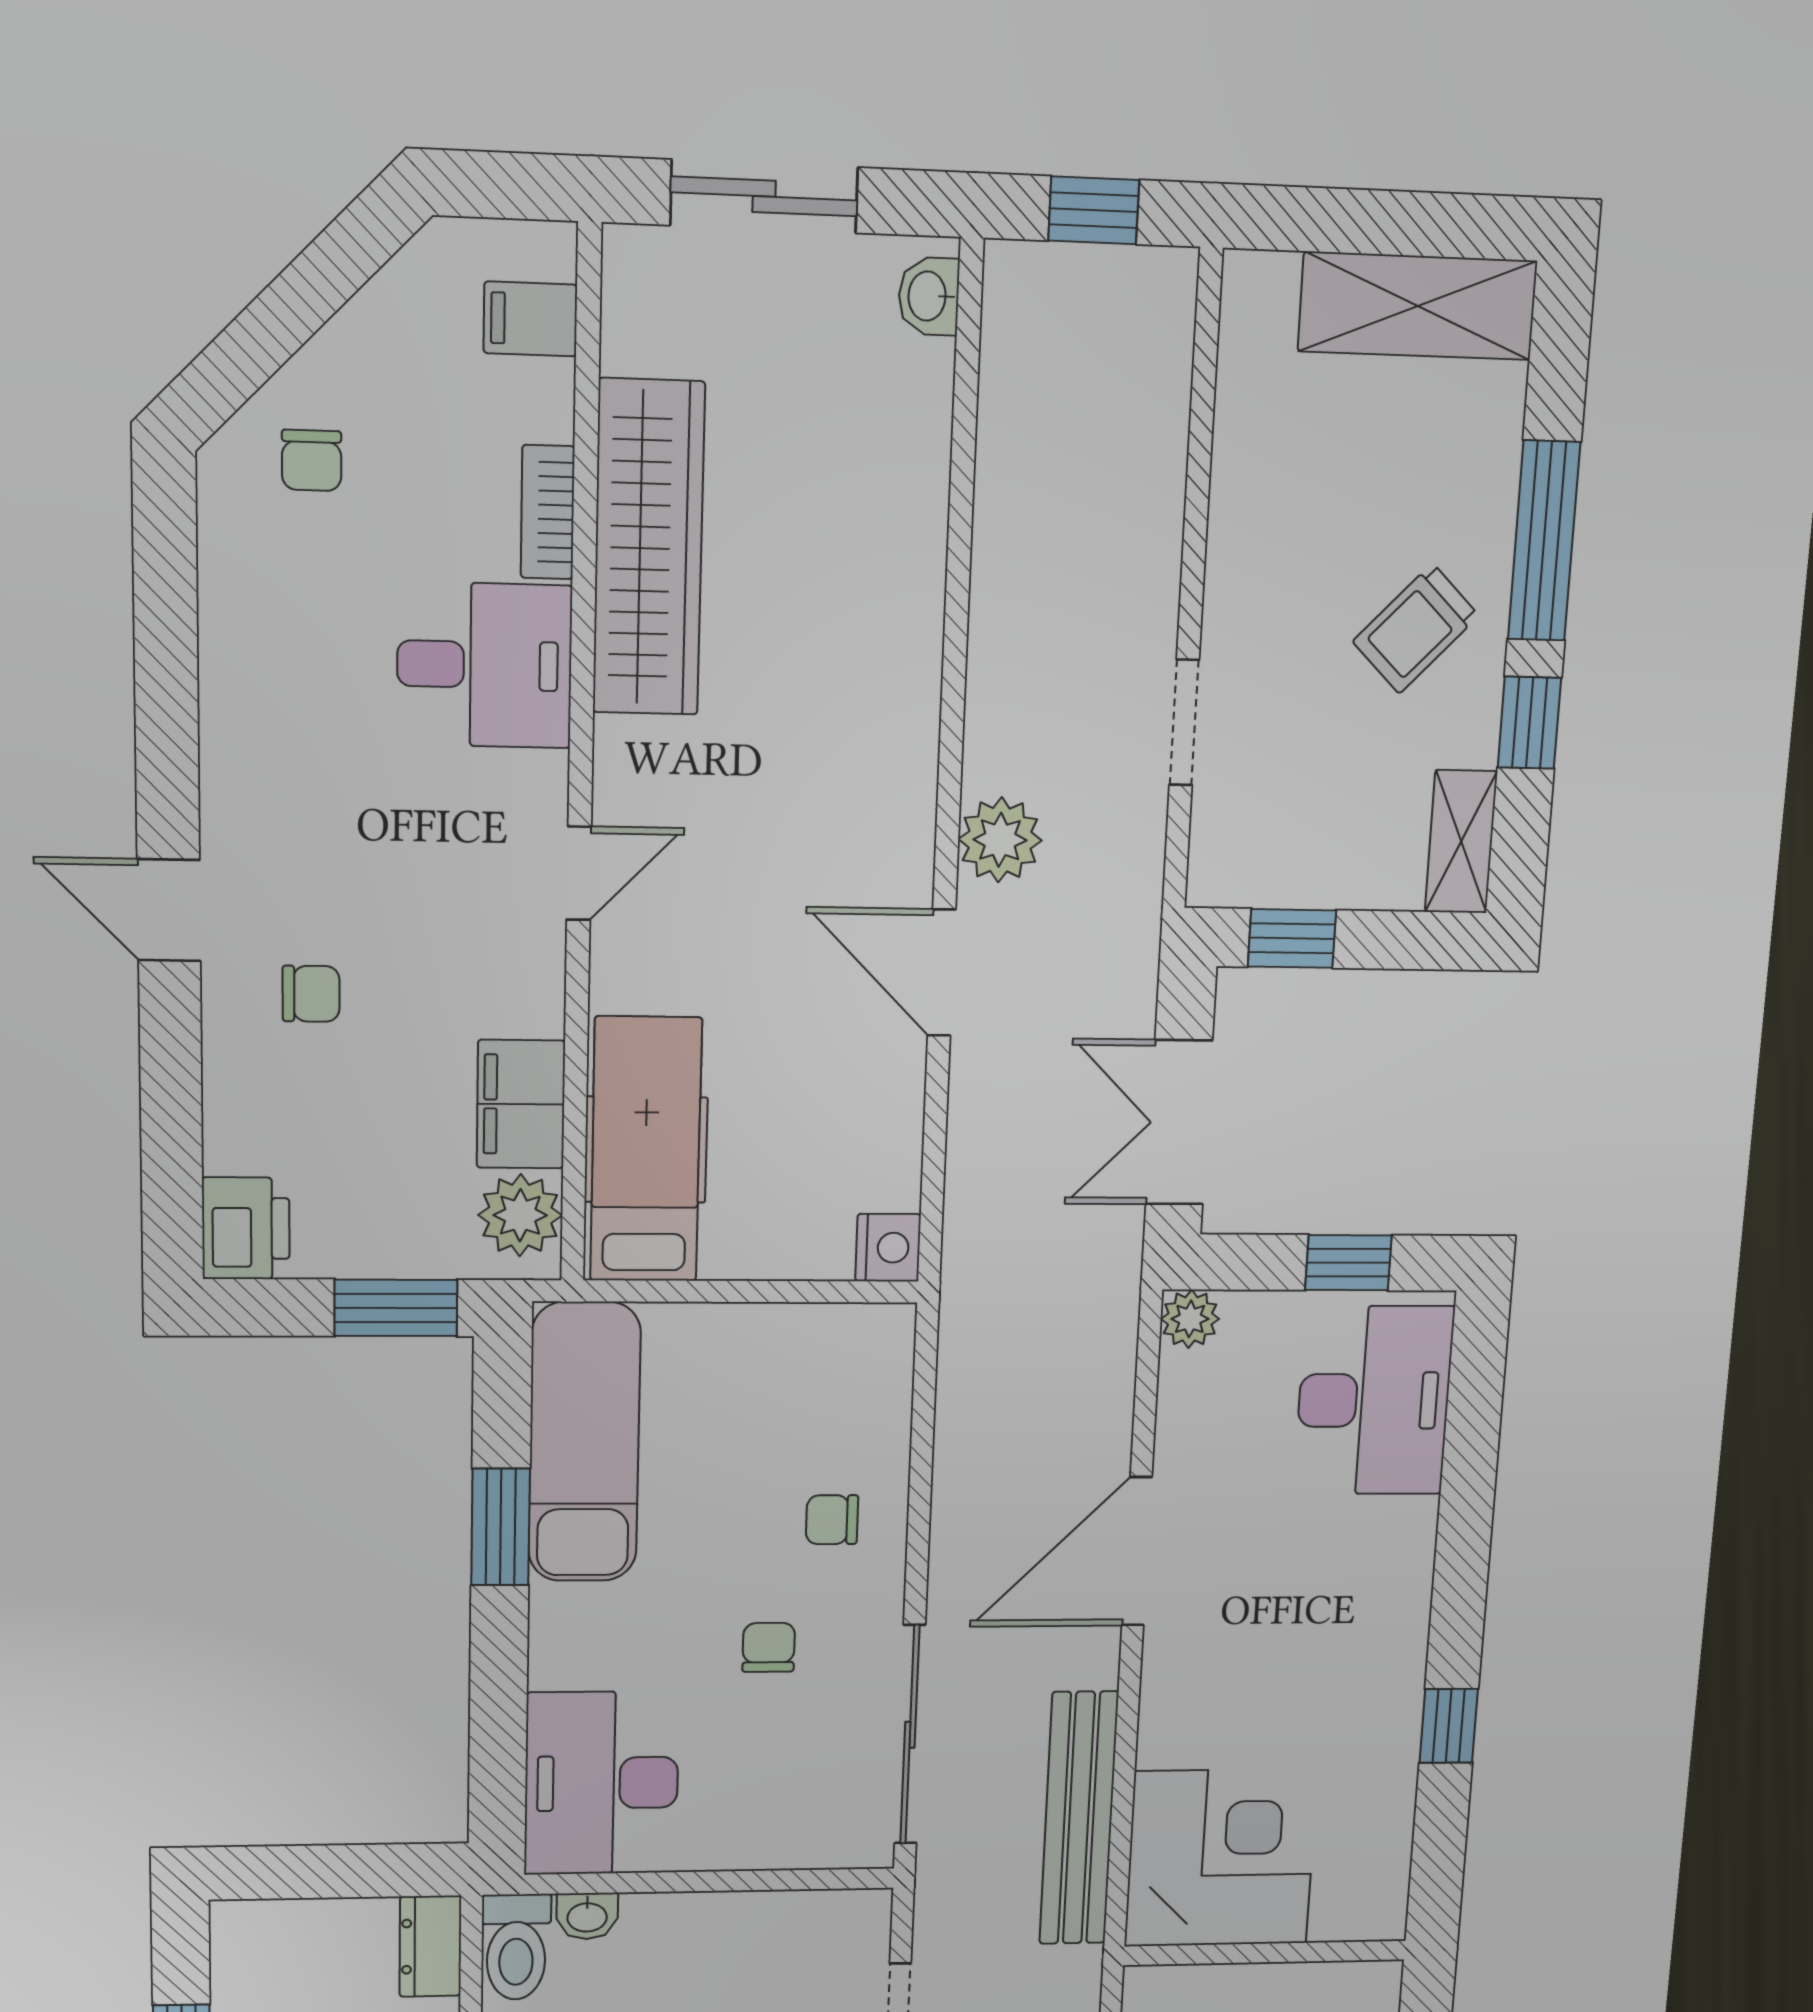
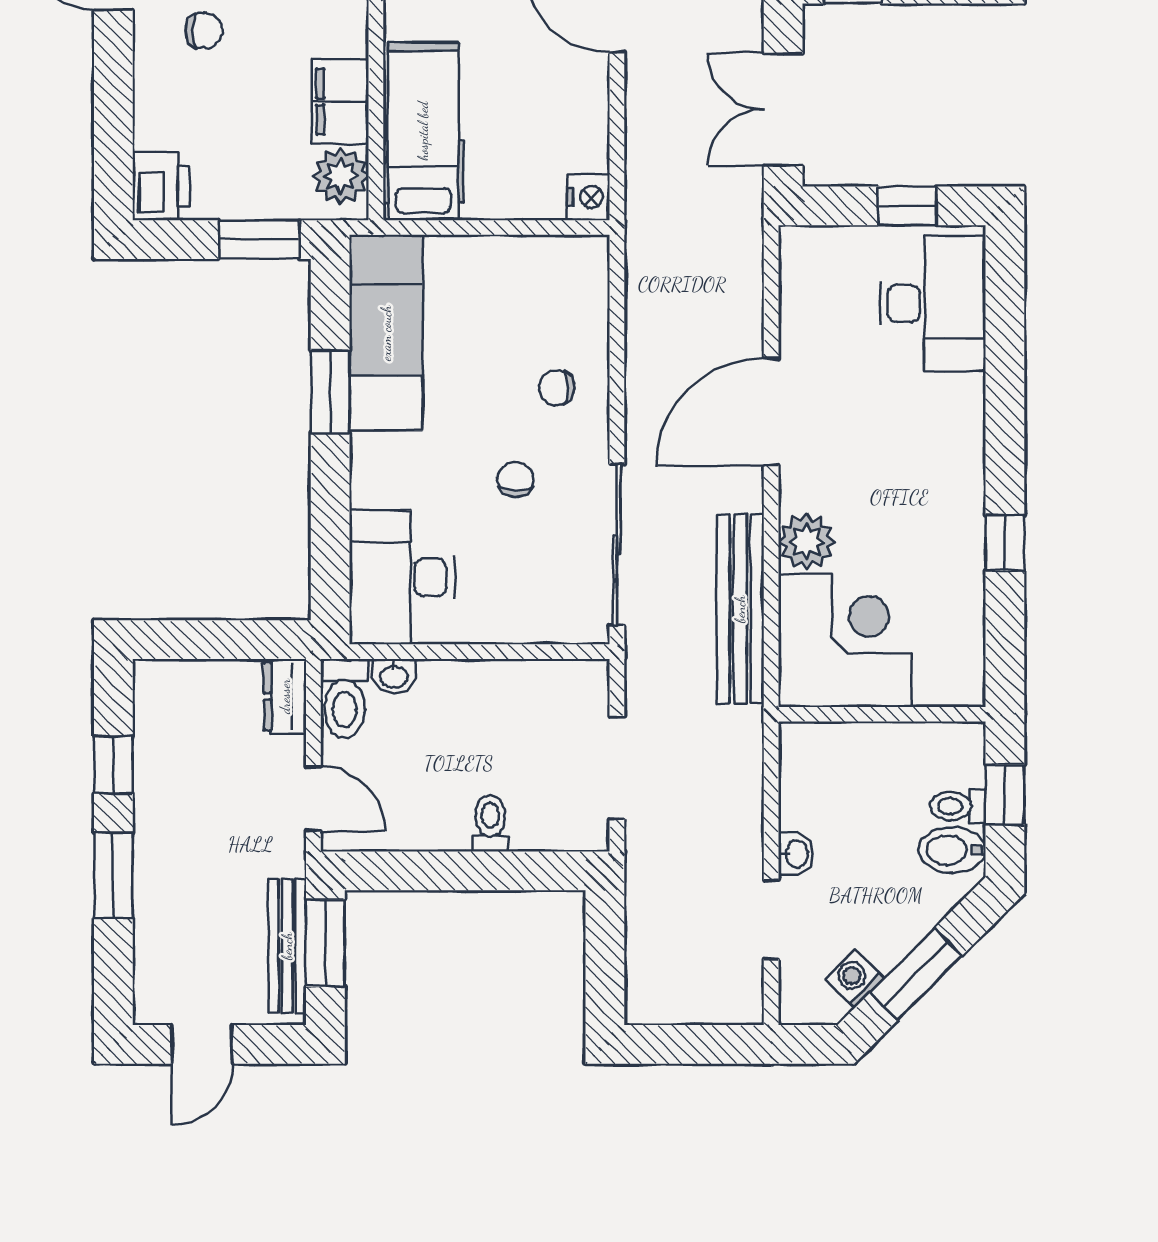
plant: (1190, 1319) -> (807, 542), moved, width x1.38, depth x1.38

